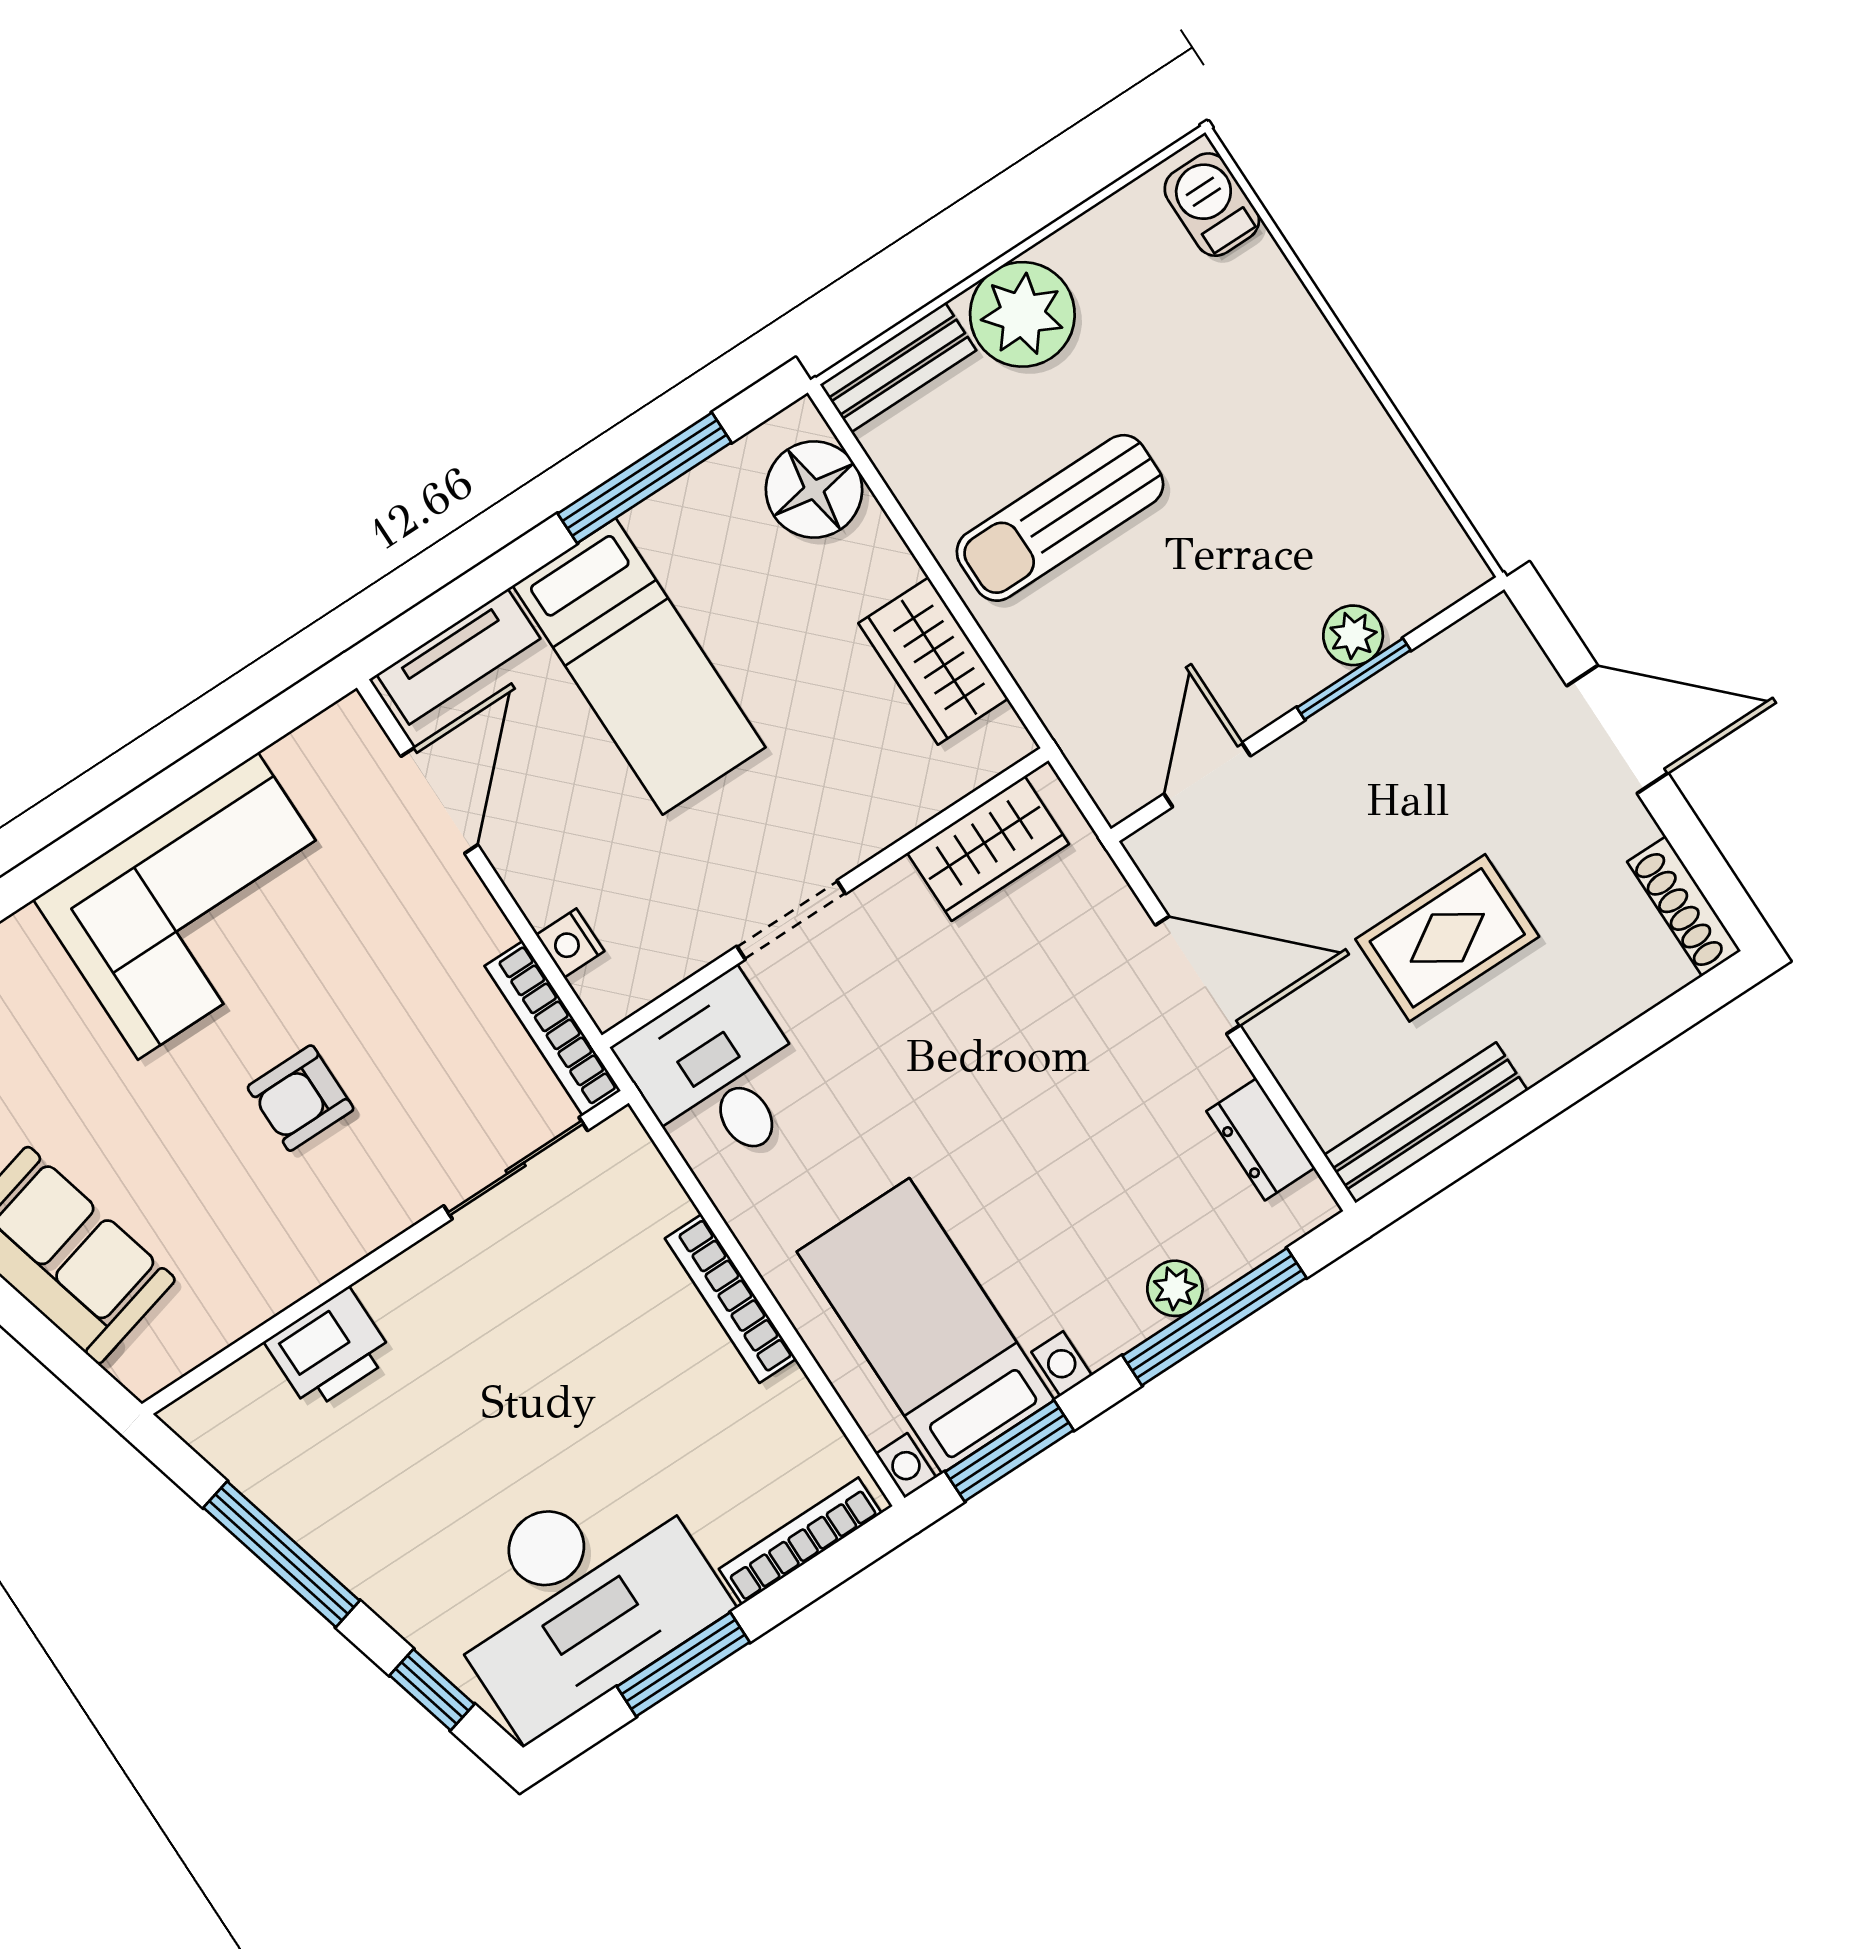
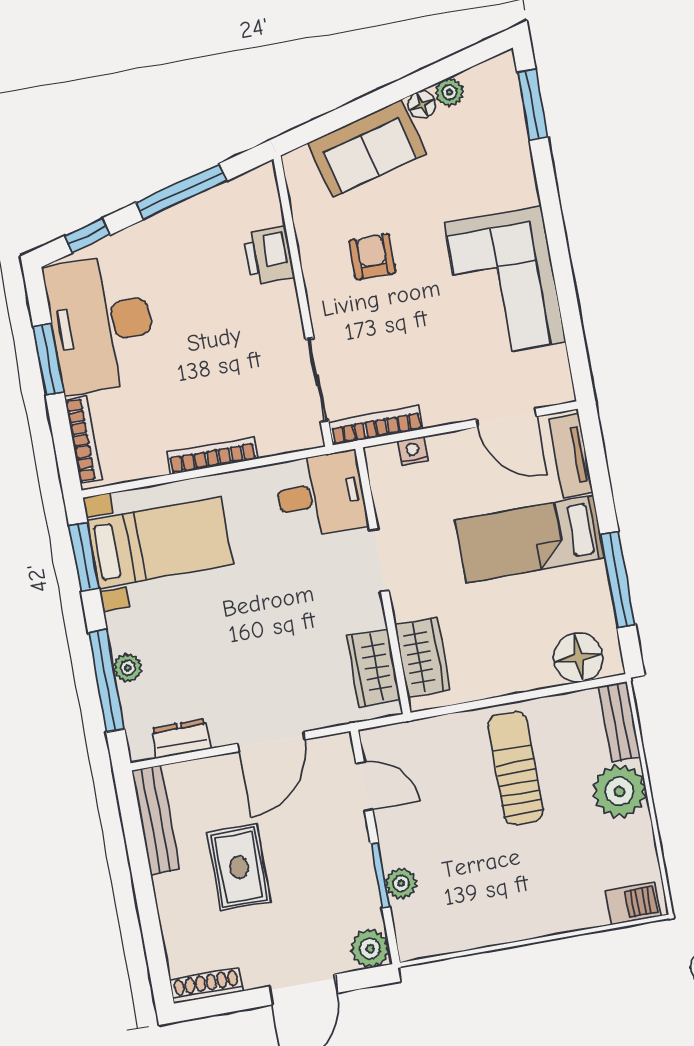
plant: (1493, 641) -> (370, 949), added
wardrobe: (933, 661) -> (422, 657), moved, turned 90
armchair: (301, 1098) -> (372, 257), moved

